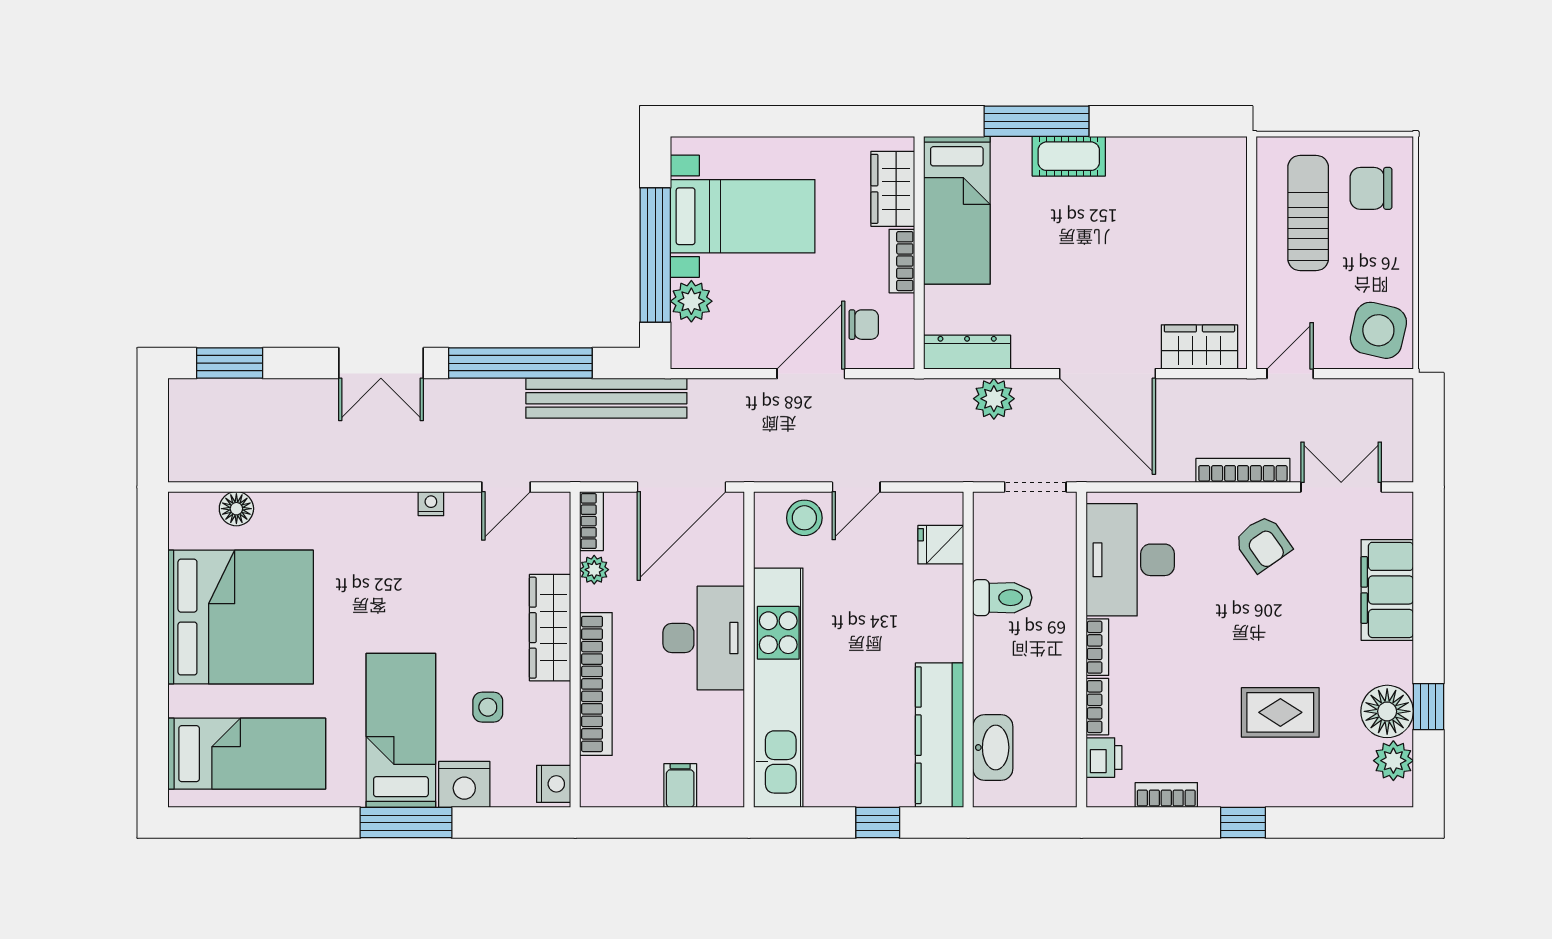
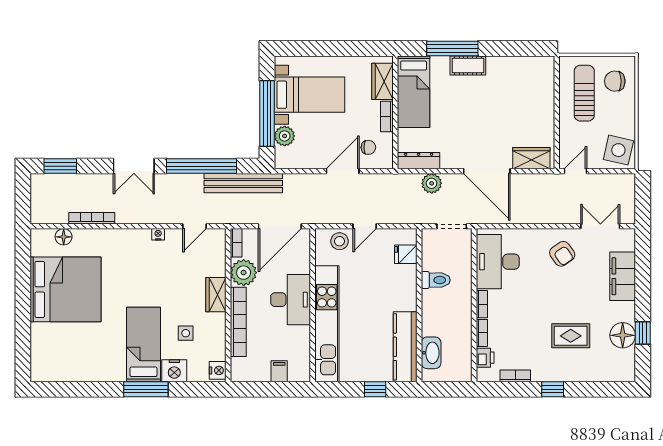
bookcase: (1243, 470) -> (92, 218), moved
plant: (594, 570) -> (244, 273), width x1.88, depth x1.88
wardrobe: (550, 628) -> (216, 295), width x0.67
bed: (247, 754) -> (69, 356), removed
plant: (1393, 761) -> (626, 359), removed

